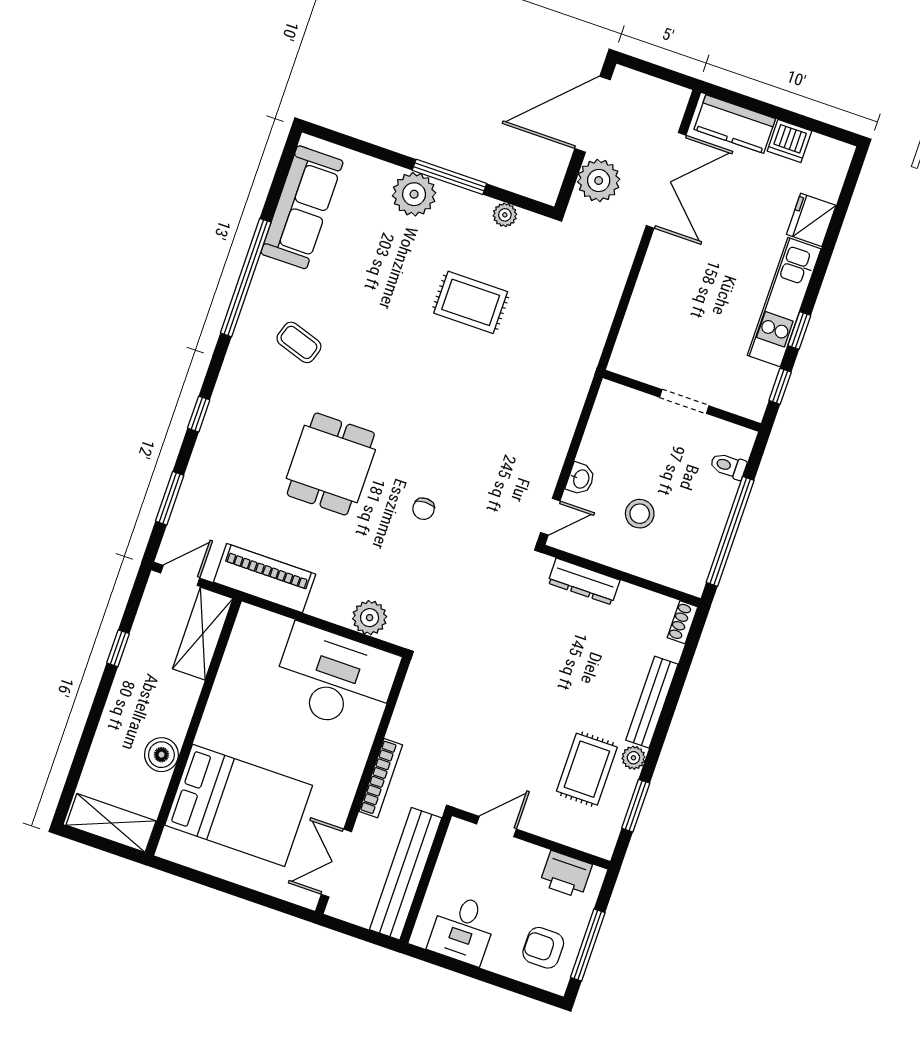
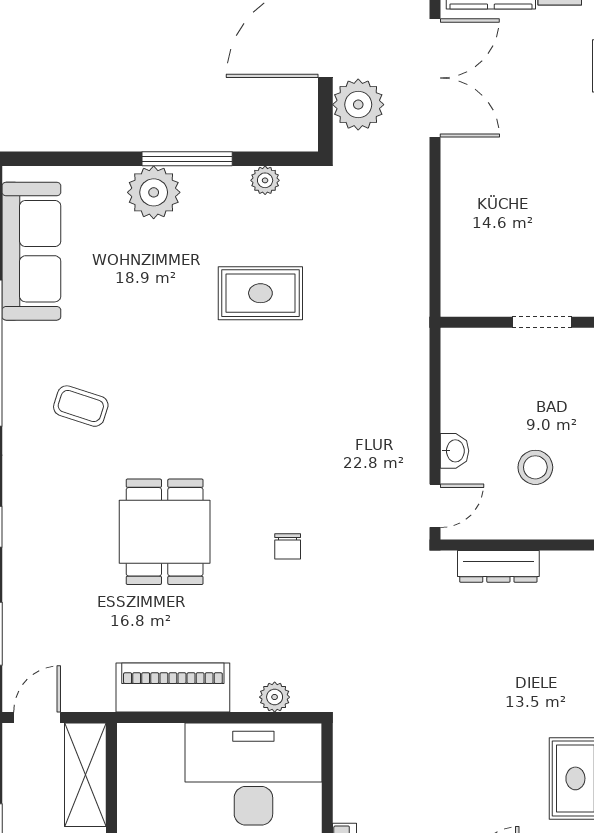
piano: (265, 578) -> (173, 687), moved
plant: (370, 618) -> (275, 697), width x0.73, depth x0.73

